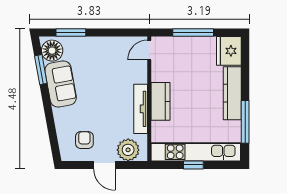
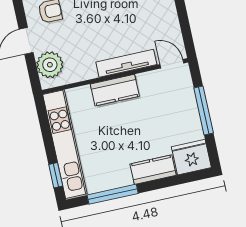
kitchen counter: (232, 93) -> (153, 170), width x0.67
tv unit: (141, 109) -> (126, 63), moved
window: (193, 165) -> (56, 175), moved

